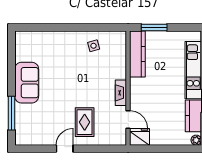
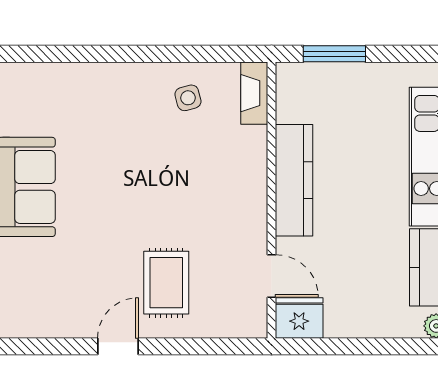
kitchen counter: (137, 54) -> (294, 180), moved
fireplace: (121, 93) -> (254, 93), moved

